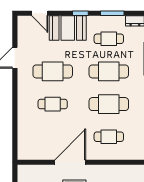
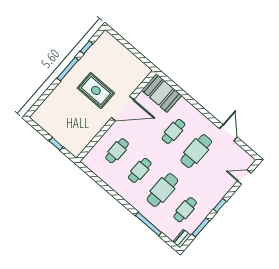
booth: (68, 28) -> (161, 93), moved, turned 90
cafe table: (109, 104) -> (140, 170), width x0.73, depth x0.74
door: (70, 162) -> (123, 109), hinge flipped

